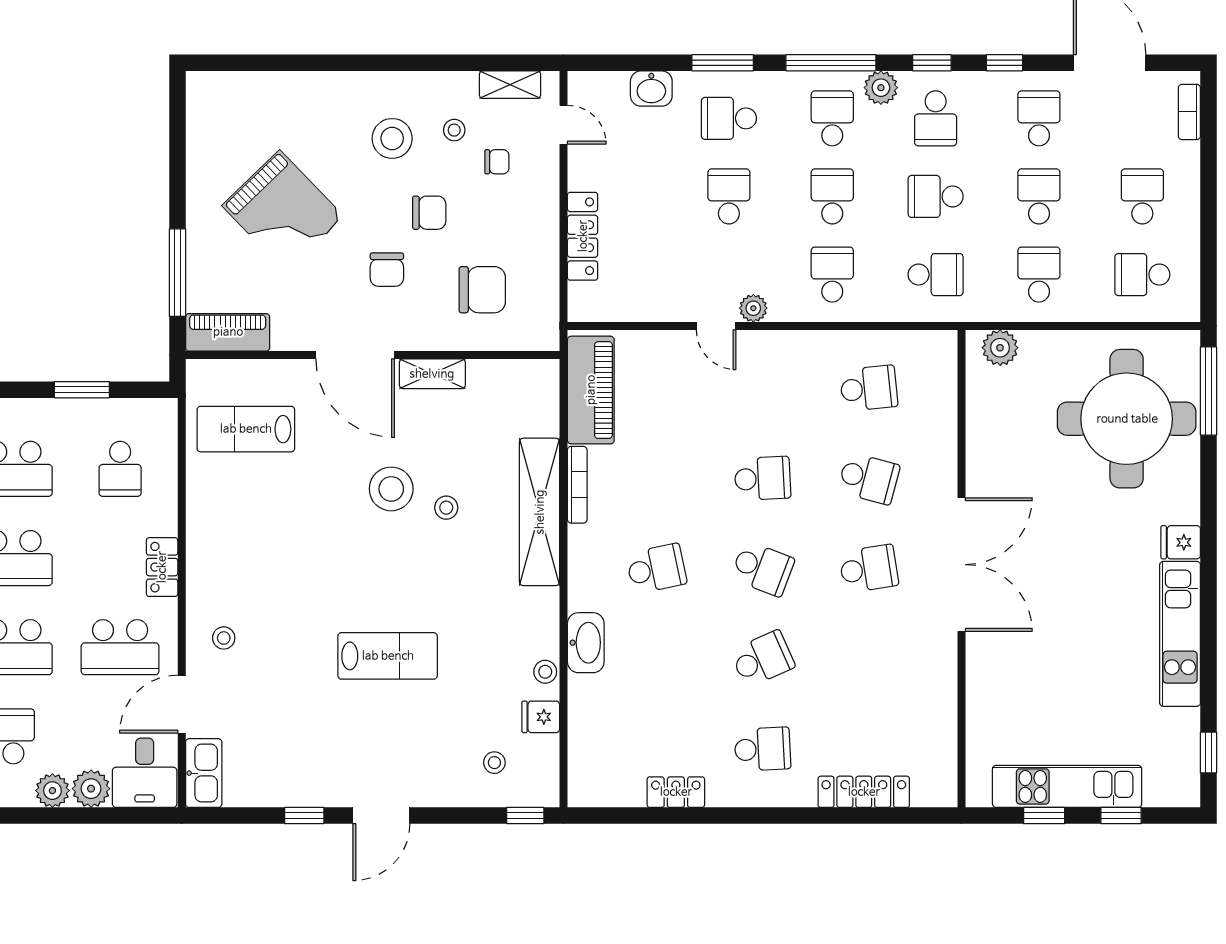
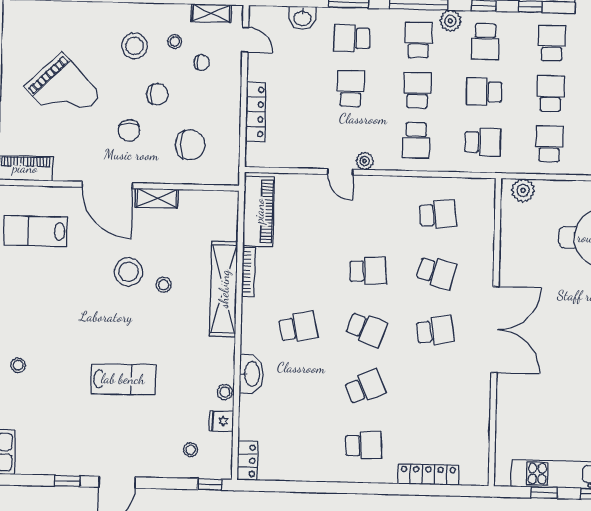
school desk: (832, 275) -> (416, 141), turned 180
locker: (676, 792) -> (247, 461), moved, turned 90

